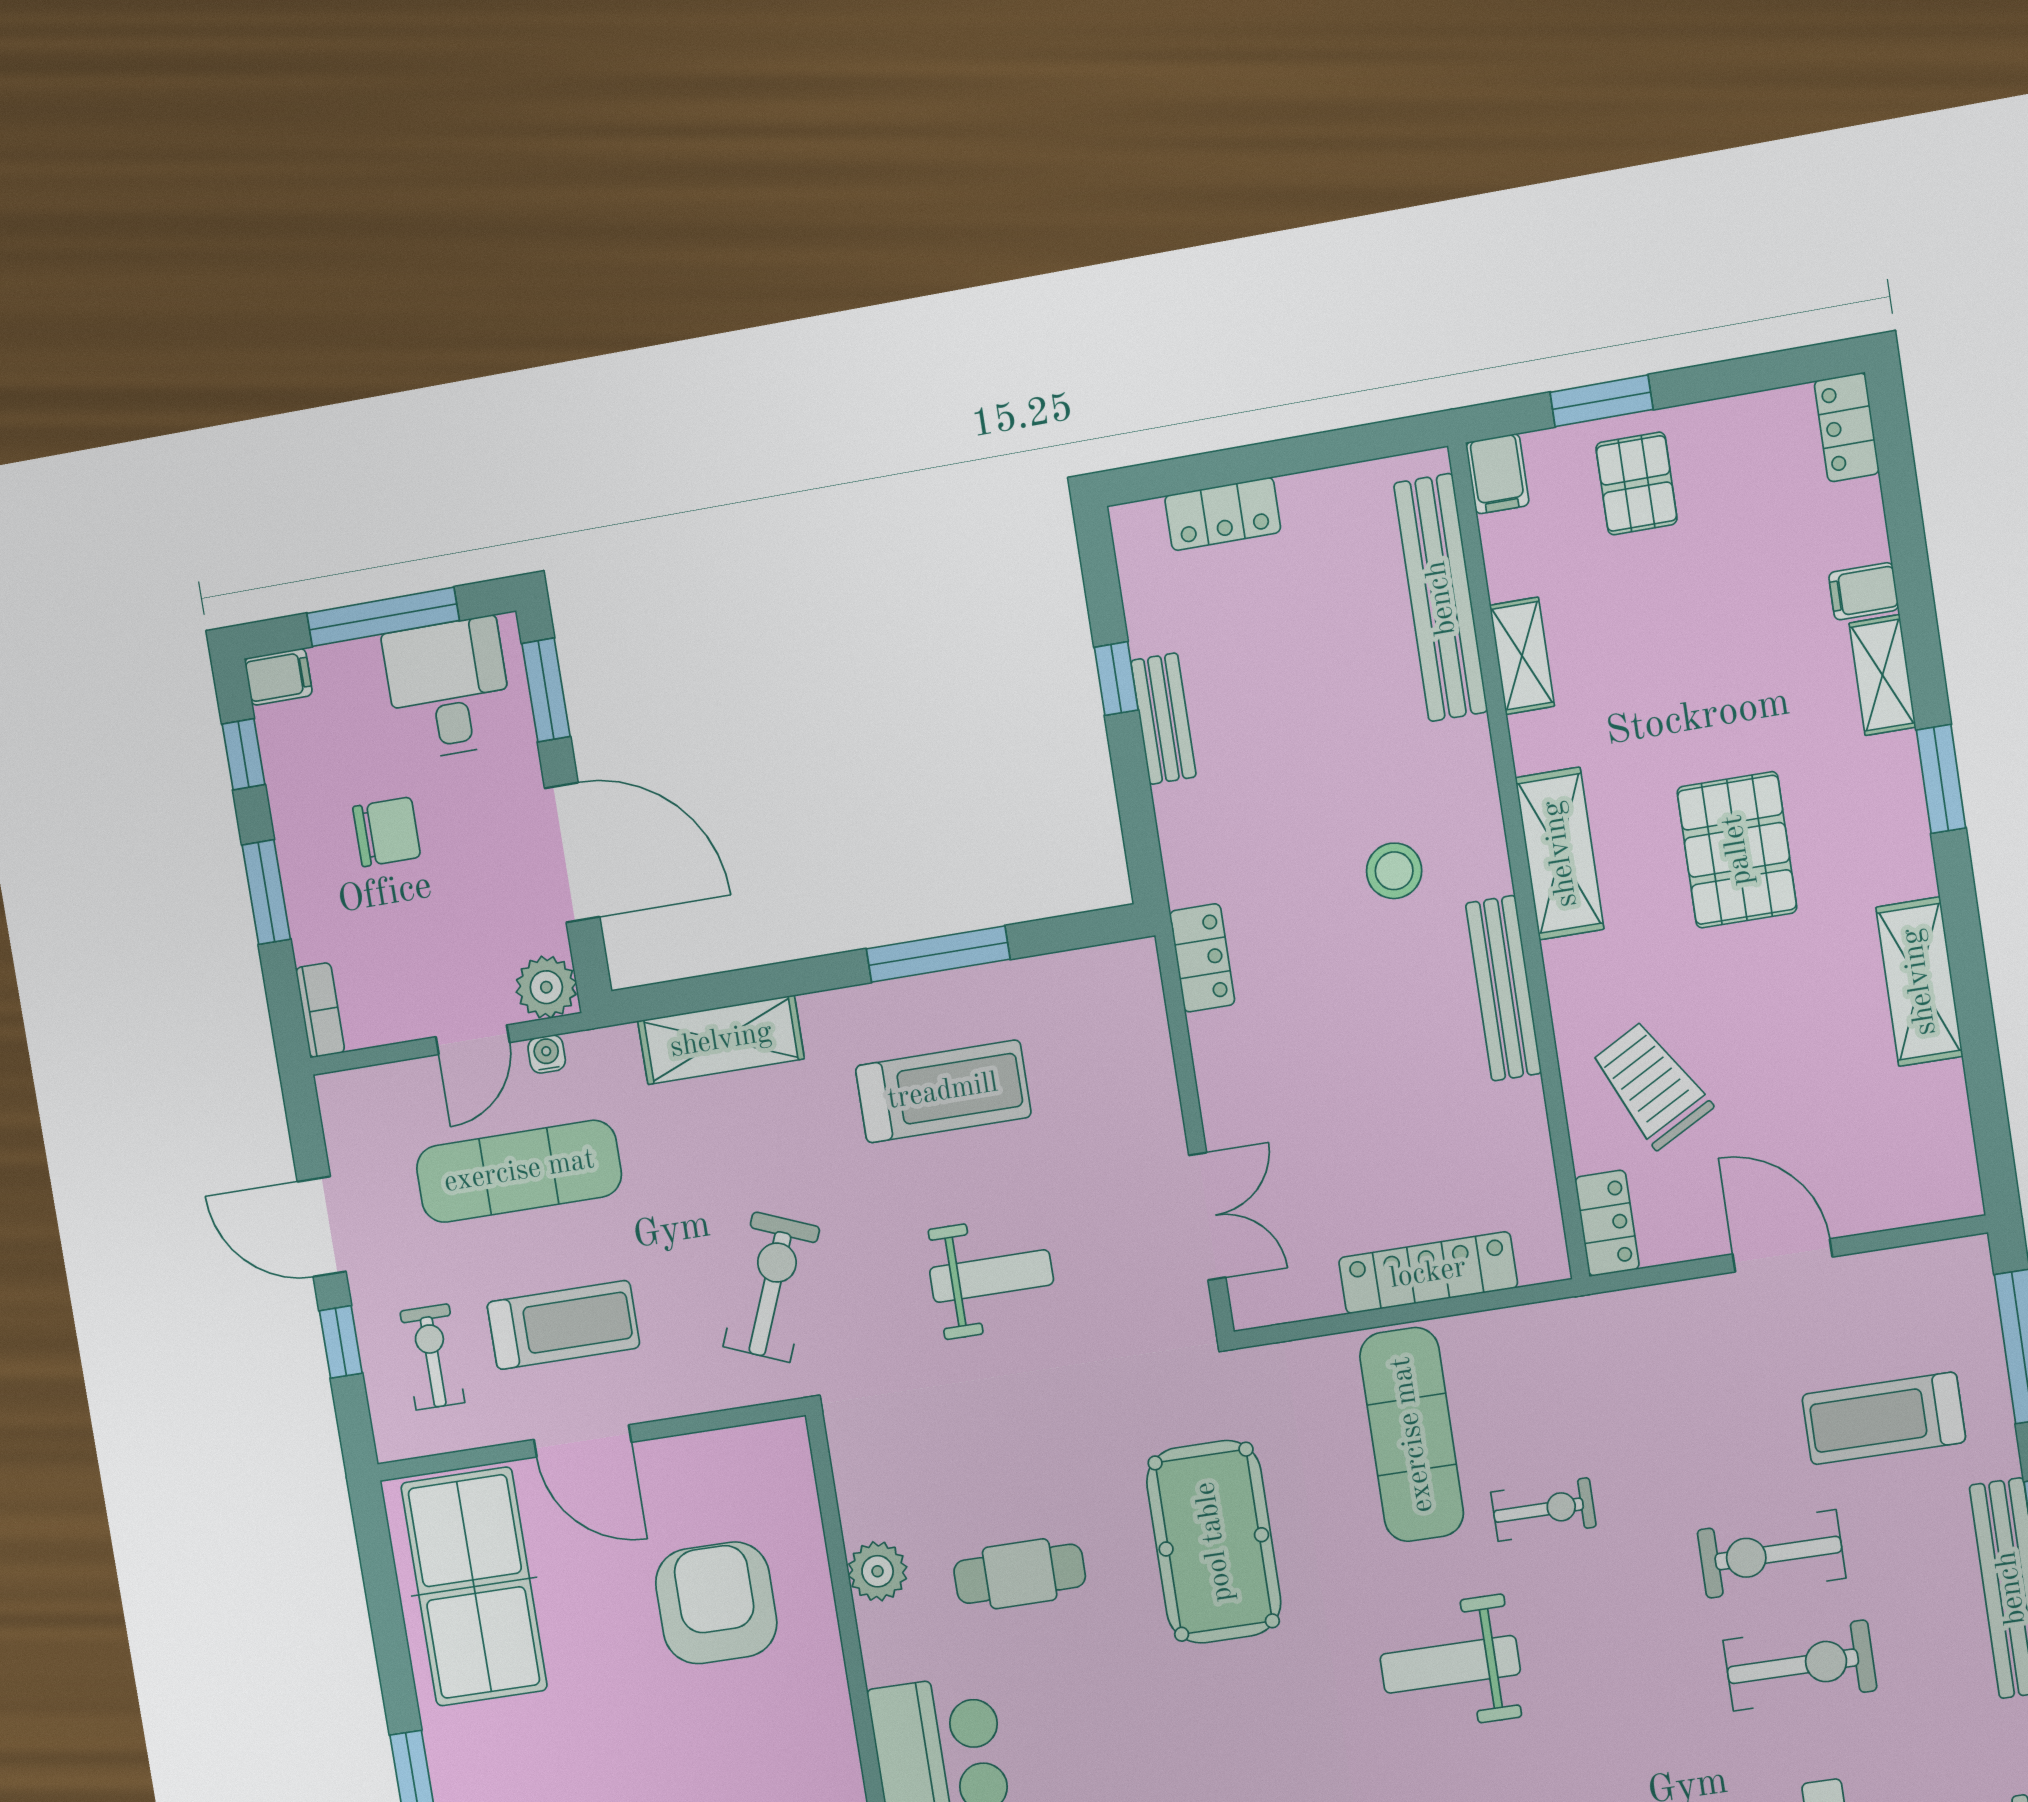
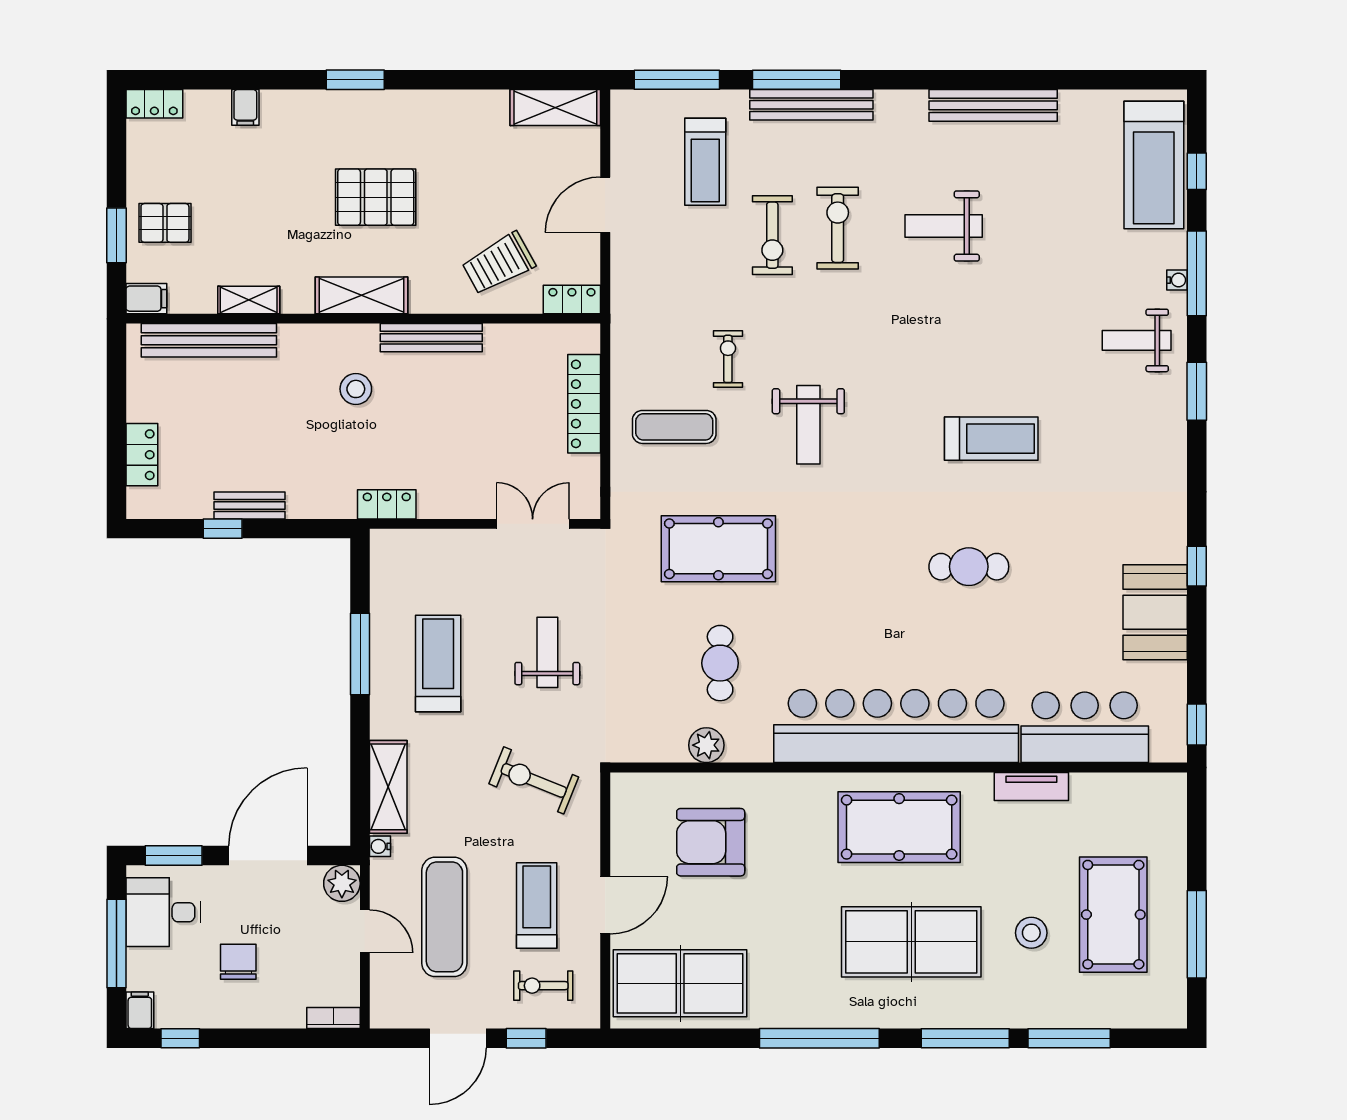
shelving: (1882, 675) -> (293, 104), removed
window: (266, 892) -> (261, 1038), removed
shelving: (1919, 982) -> (555, 107), moved
water cooler: (547, 1054) -> (380, 846), moved
exercise mat: (1412, 1435) -> (674, 427), width x0.73, depth x0.69

